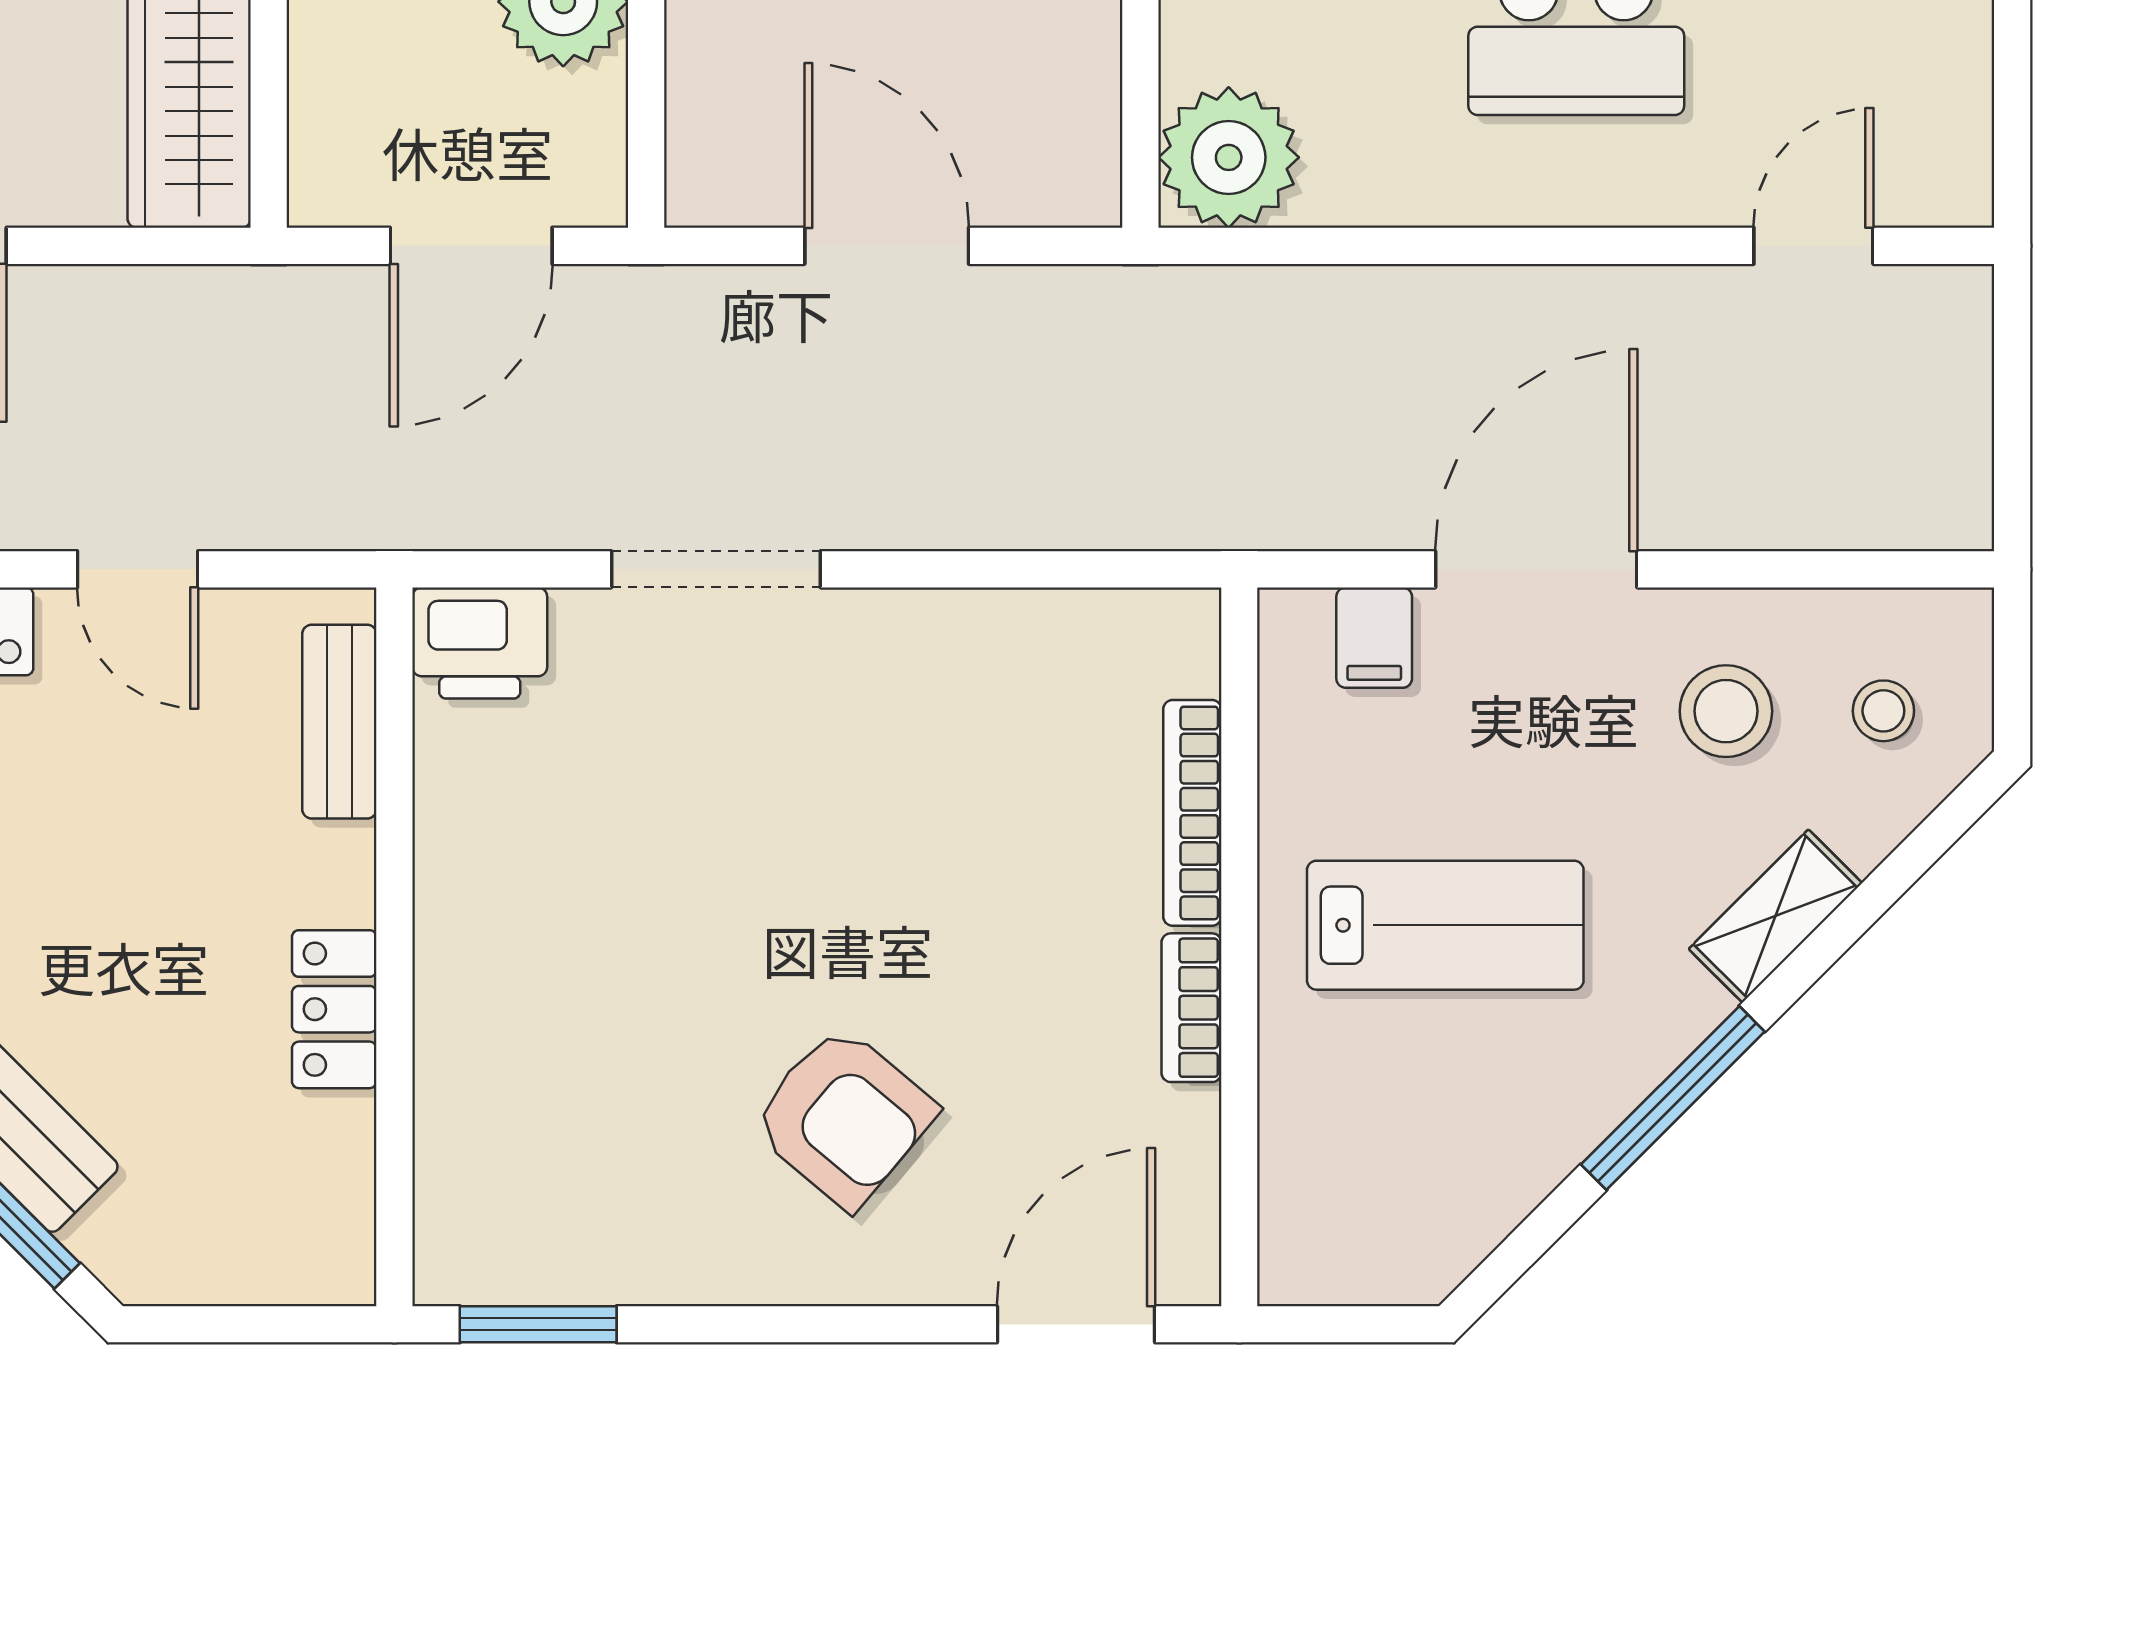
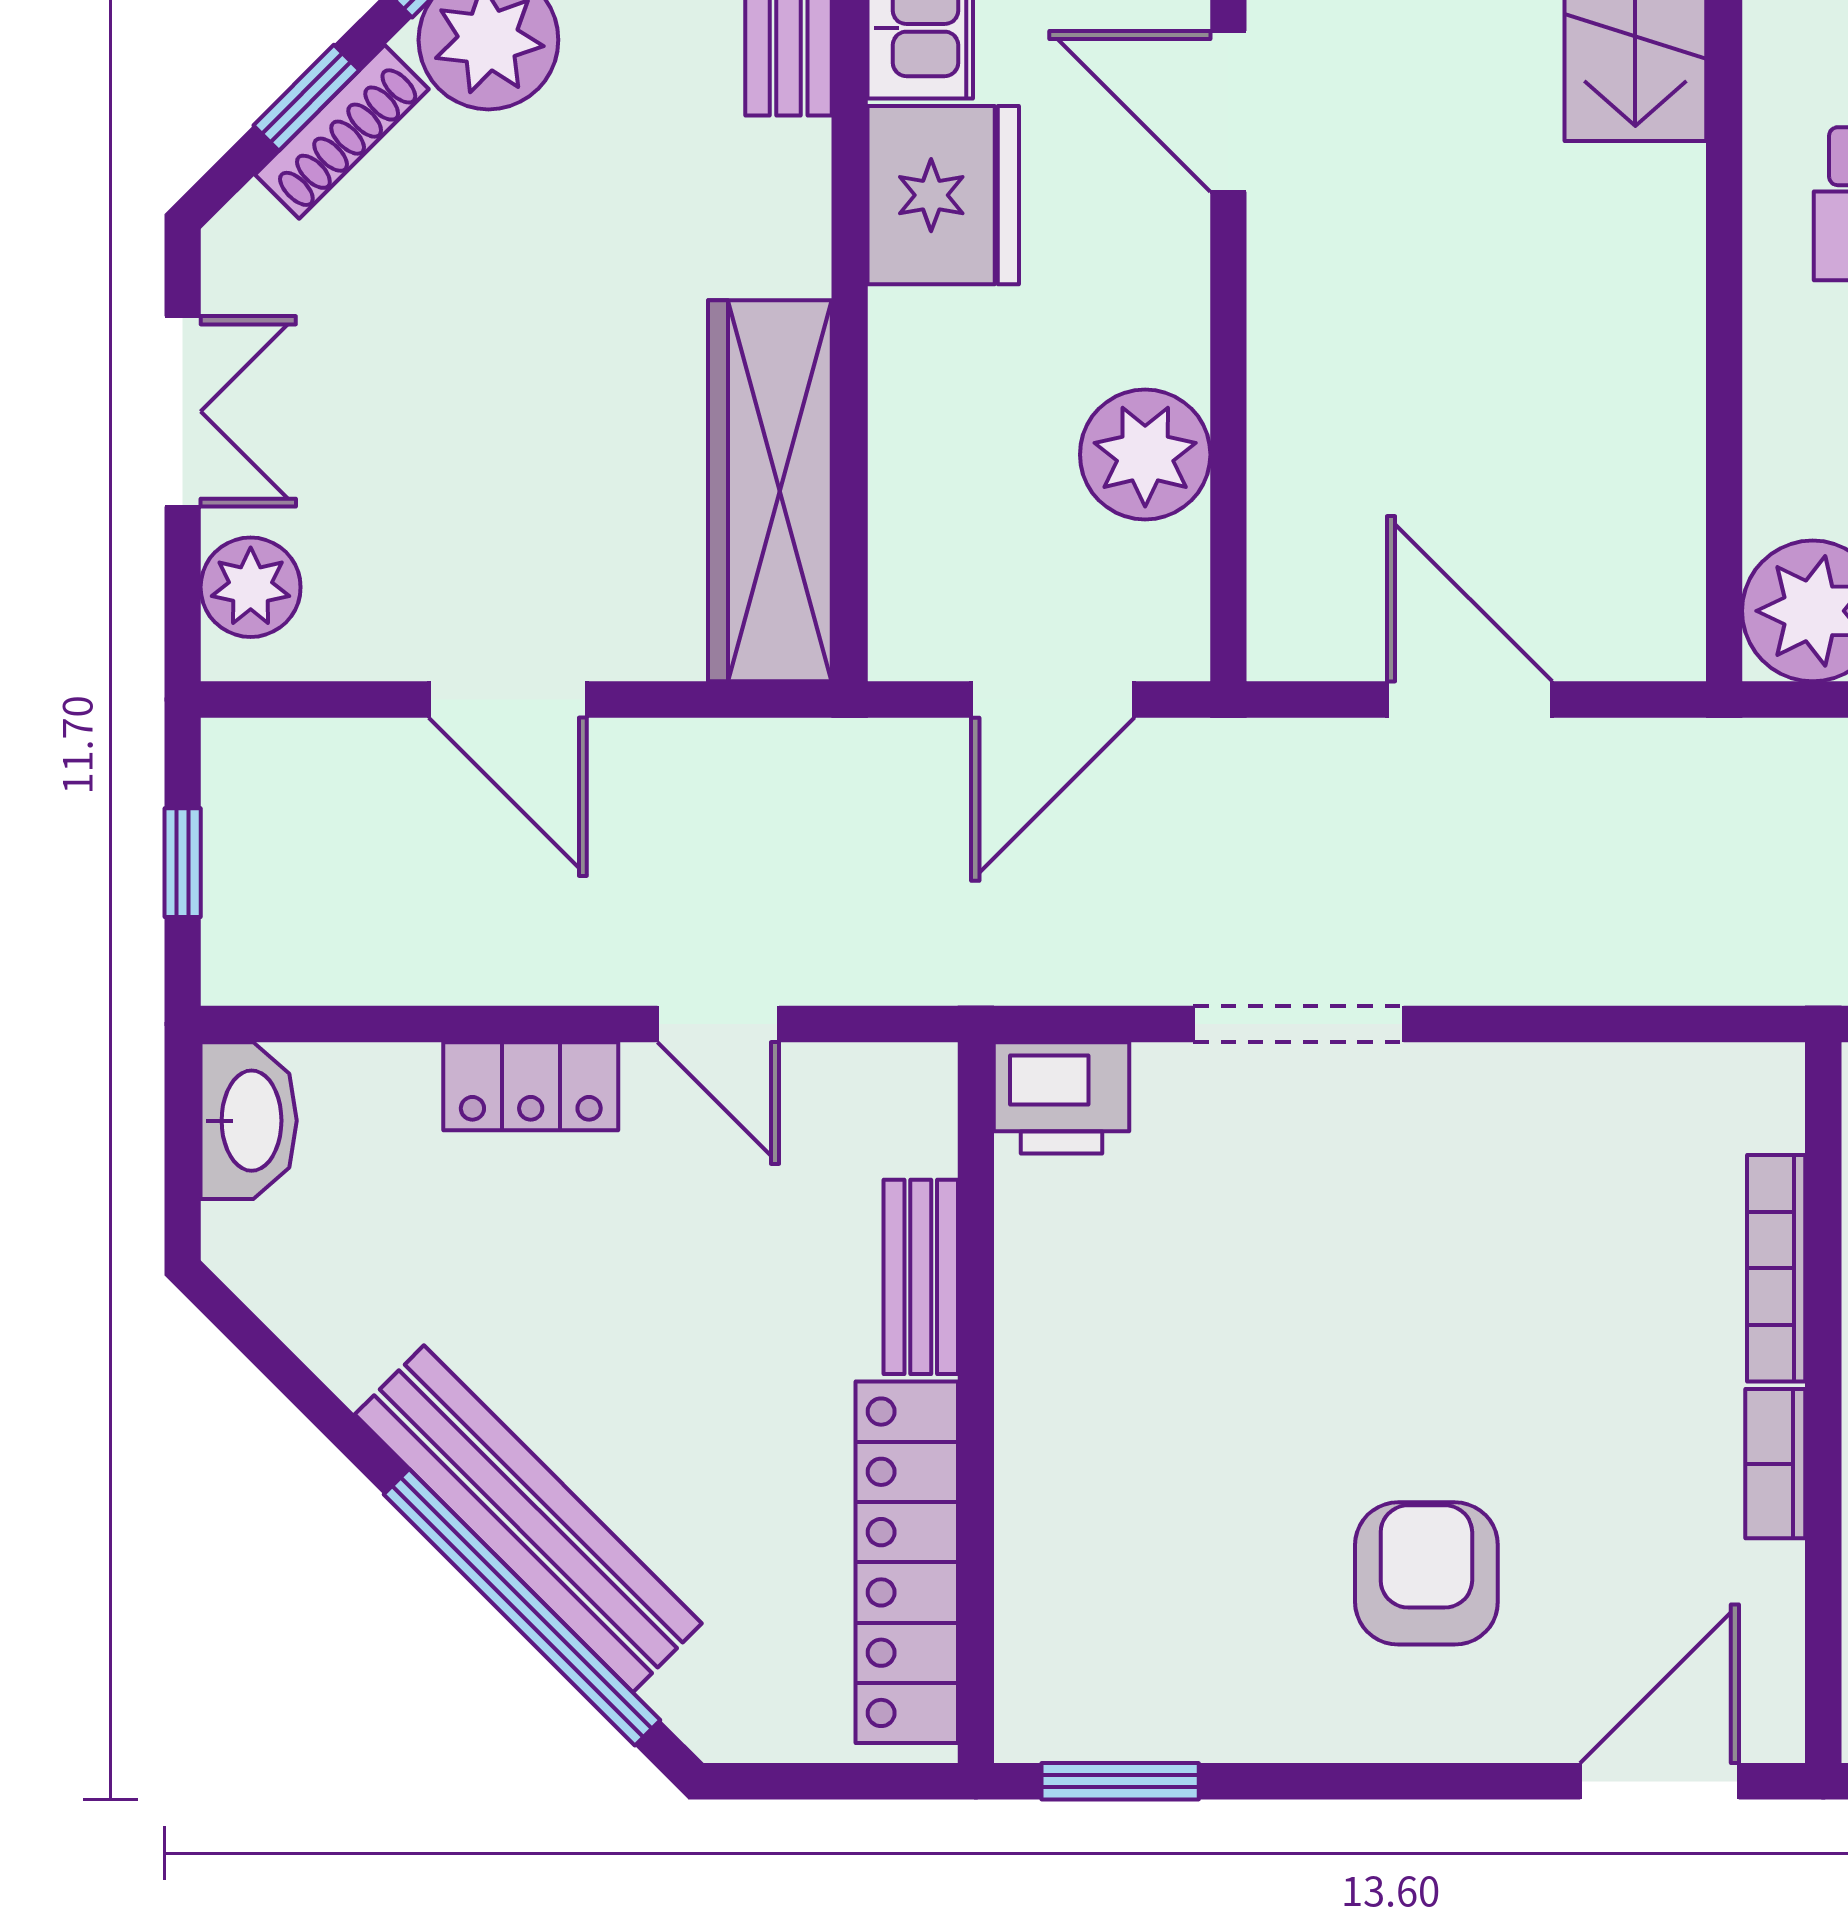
bench: (339, 722) -> (921, 1277), moved
locker: (334, 1009) -> (907, 1562), width x2.16, depth x1.21
armchair: (844, 1117) -> (1426, 1573), turned -130

